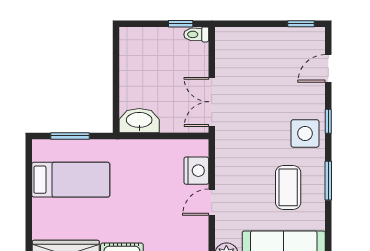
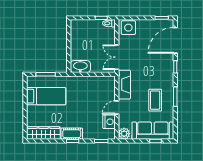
door: (328, 68) -> (175, 40), width x1.87
side table: (305, 133) -> (128, 28), moved
fireplace: (227, 157) -> (124, 85), added
nightstand: (196, 171) -> (109, 122), moved

